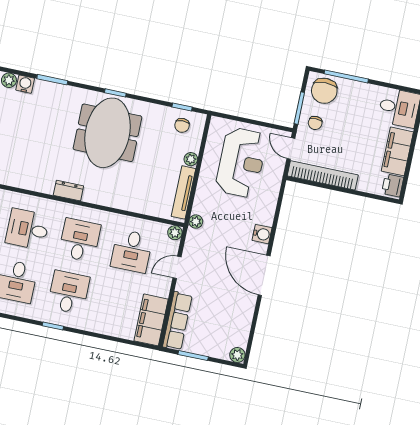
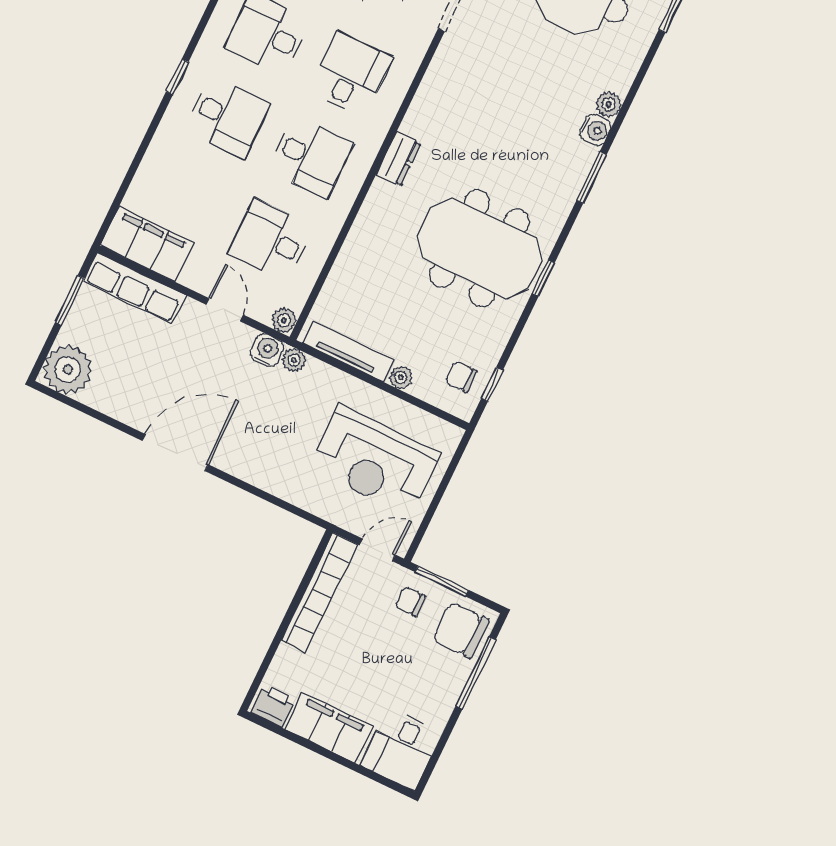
water cooler: (262, 234) -> (267, 350), moved, turned 180
plant: (237, 355) -> (68, 370), width x1.88, depth x1.88

